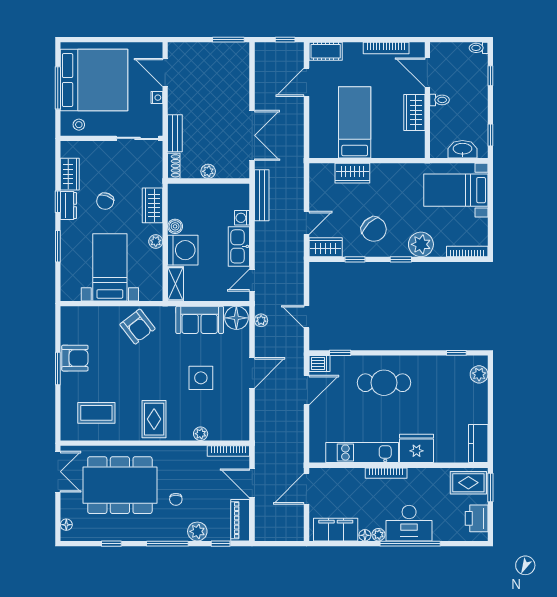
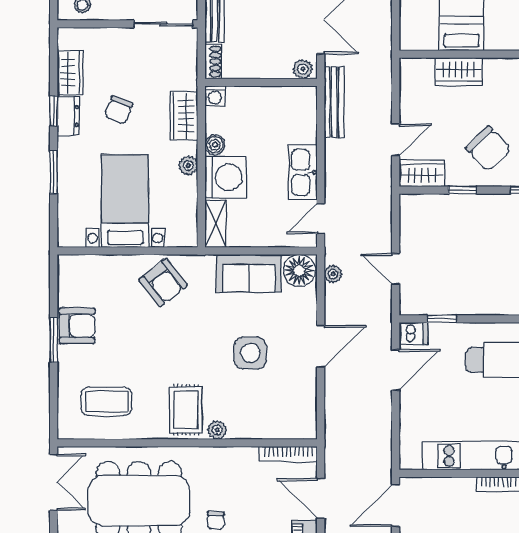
plant: (208, 171) -> (303, 69), moved
washing machine: (242, 218) -> (215, 96), moved, turned -90
plant: (201, 434) -> (217, 430), moved

